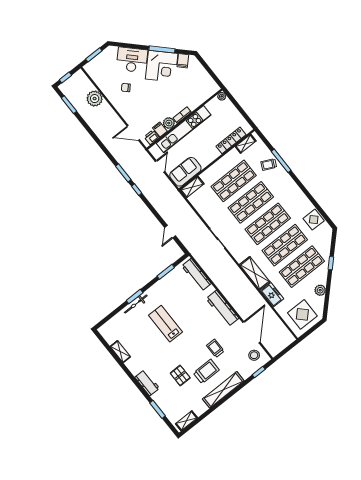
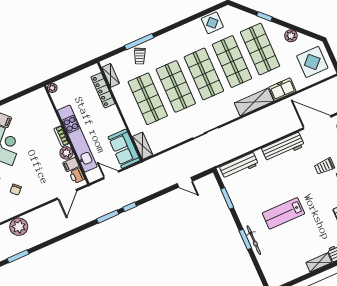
shelving: (120, 352) -> (319, 262), moved

